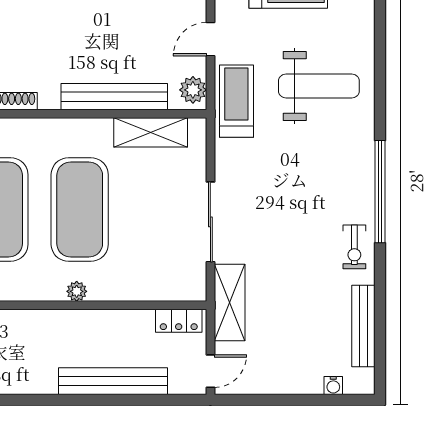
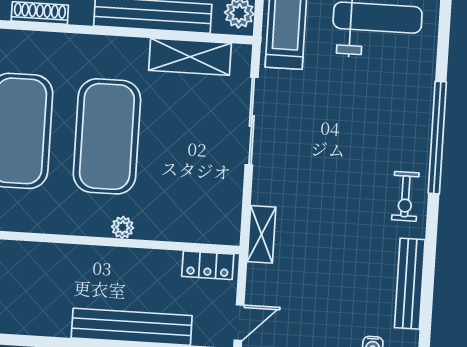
sliding door: (210, 222) -> (252, 121), moved
plant: (77, 291) -> (123, 227), moved
shelving: (230, 302) -> (262, 234), width x0.67, depth x0.75

